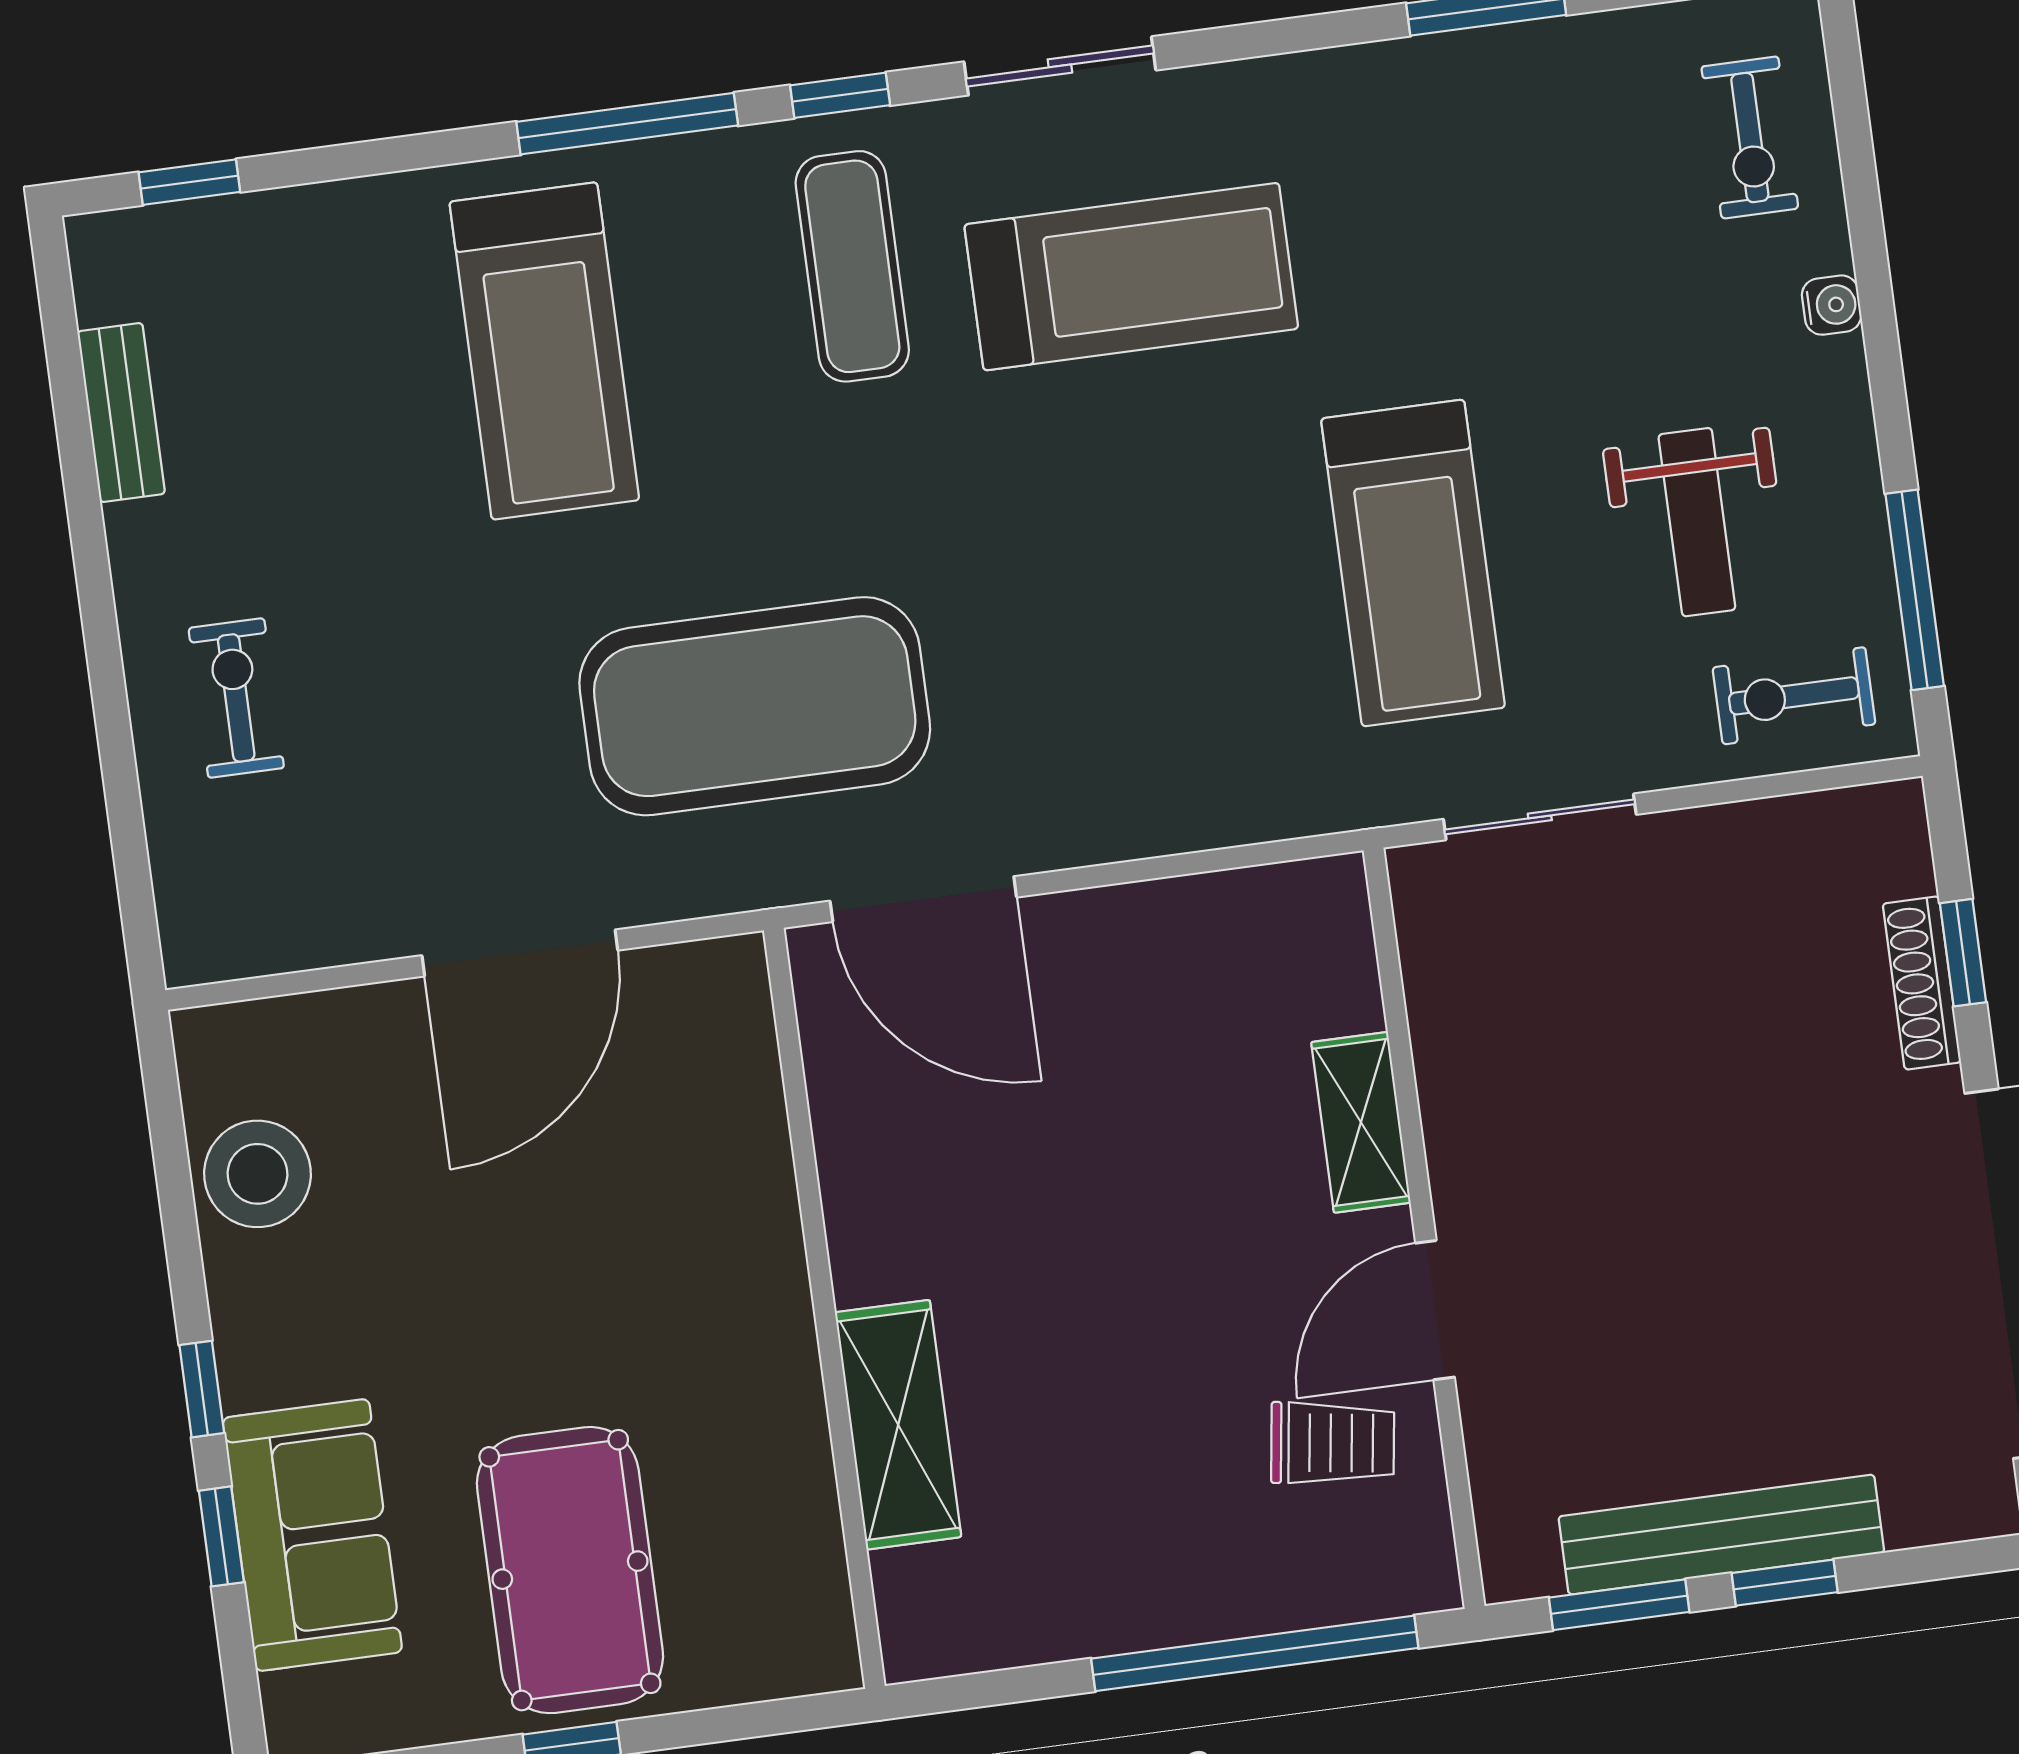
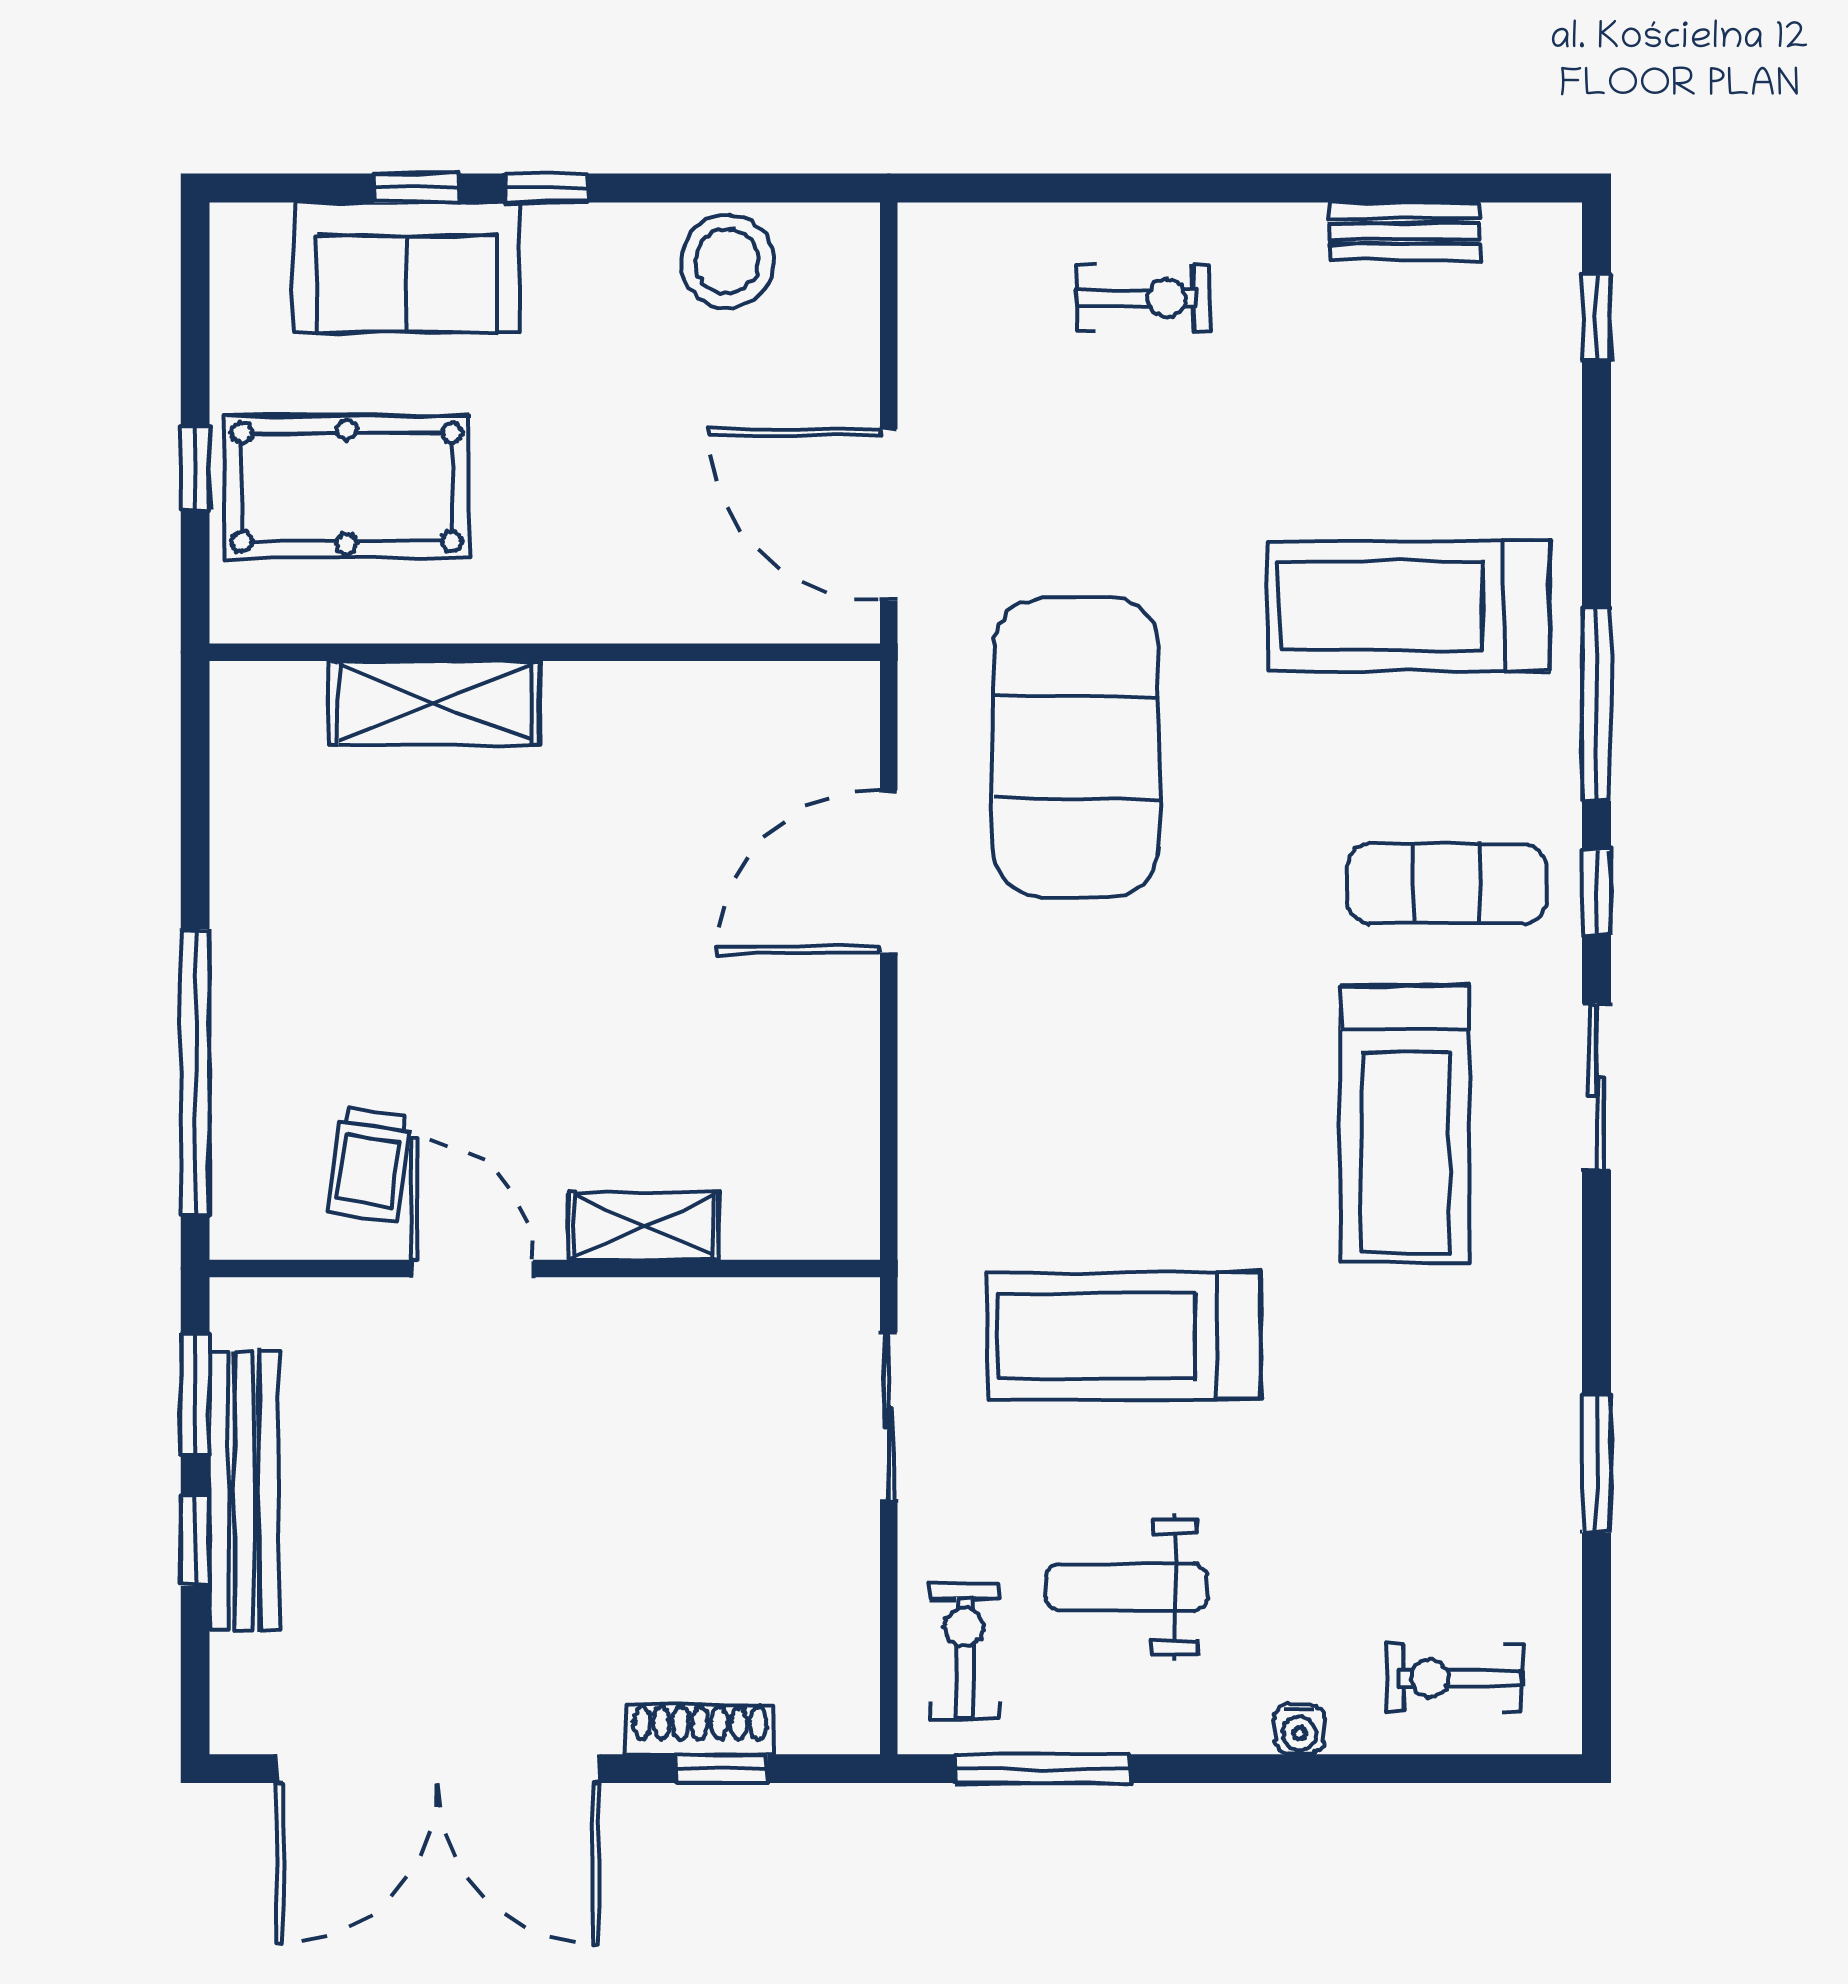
wall: (824, 1308) -> (545, 652), moved
shelving: (898, 1425) -> (435, 703), moved

